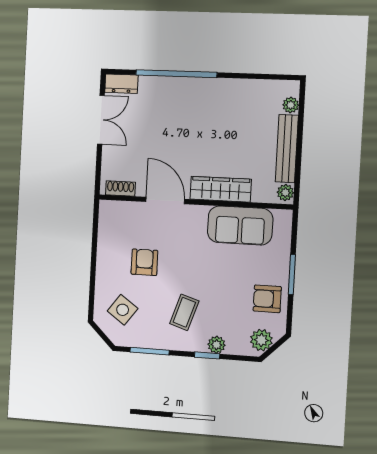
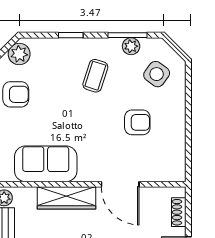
shoe rack: (121, 188) -> (179, 212), moved, turned 90
armchair: (144, 262) -> (137, 122), turned -90
plant: (216, 345) -> (131, 46), moved

